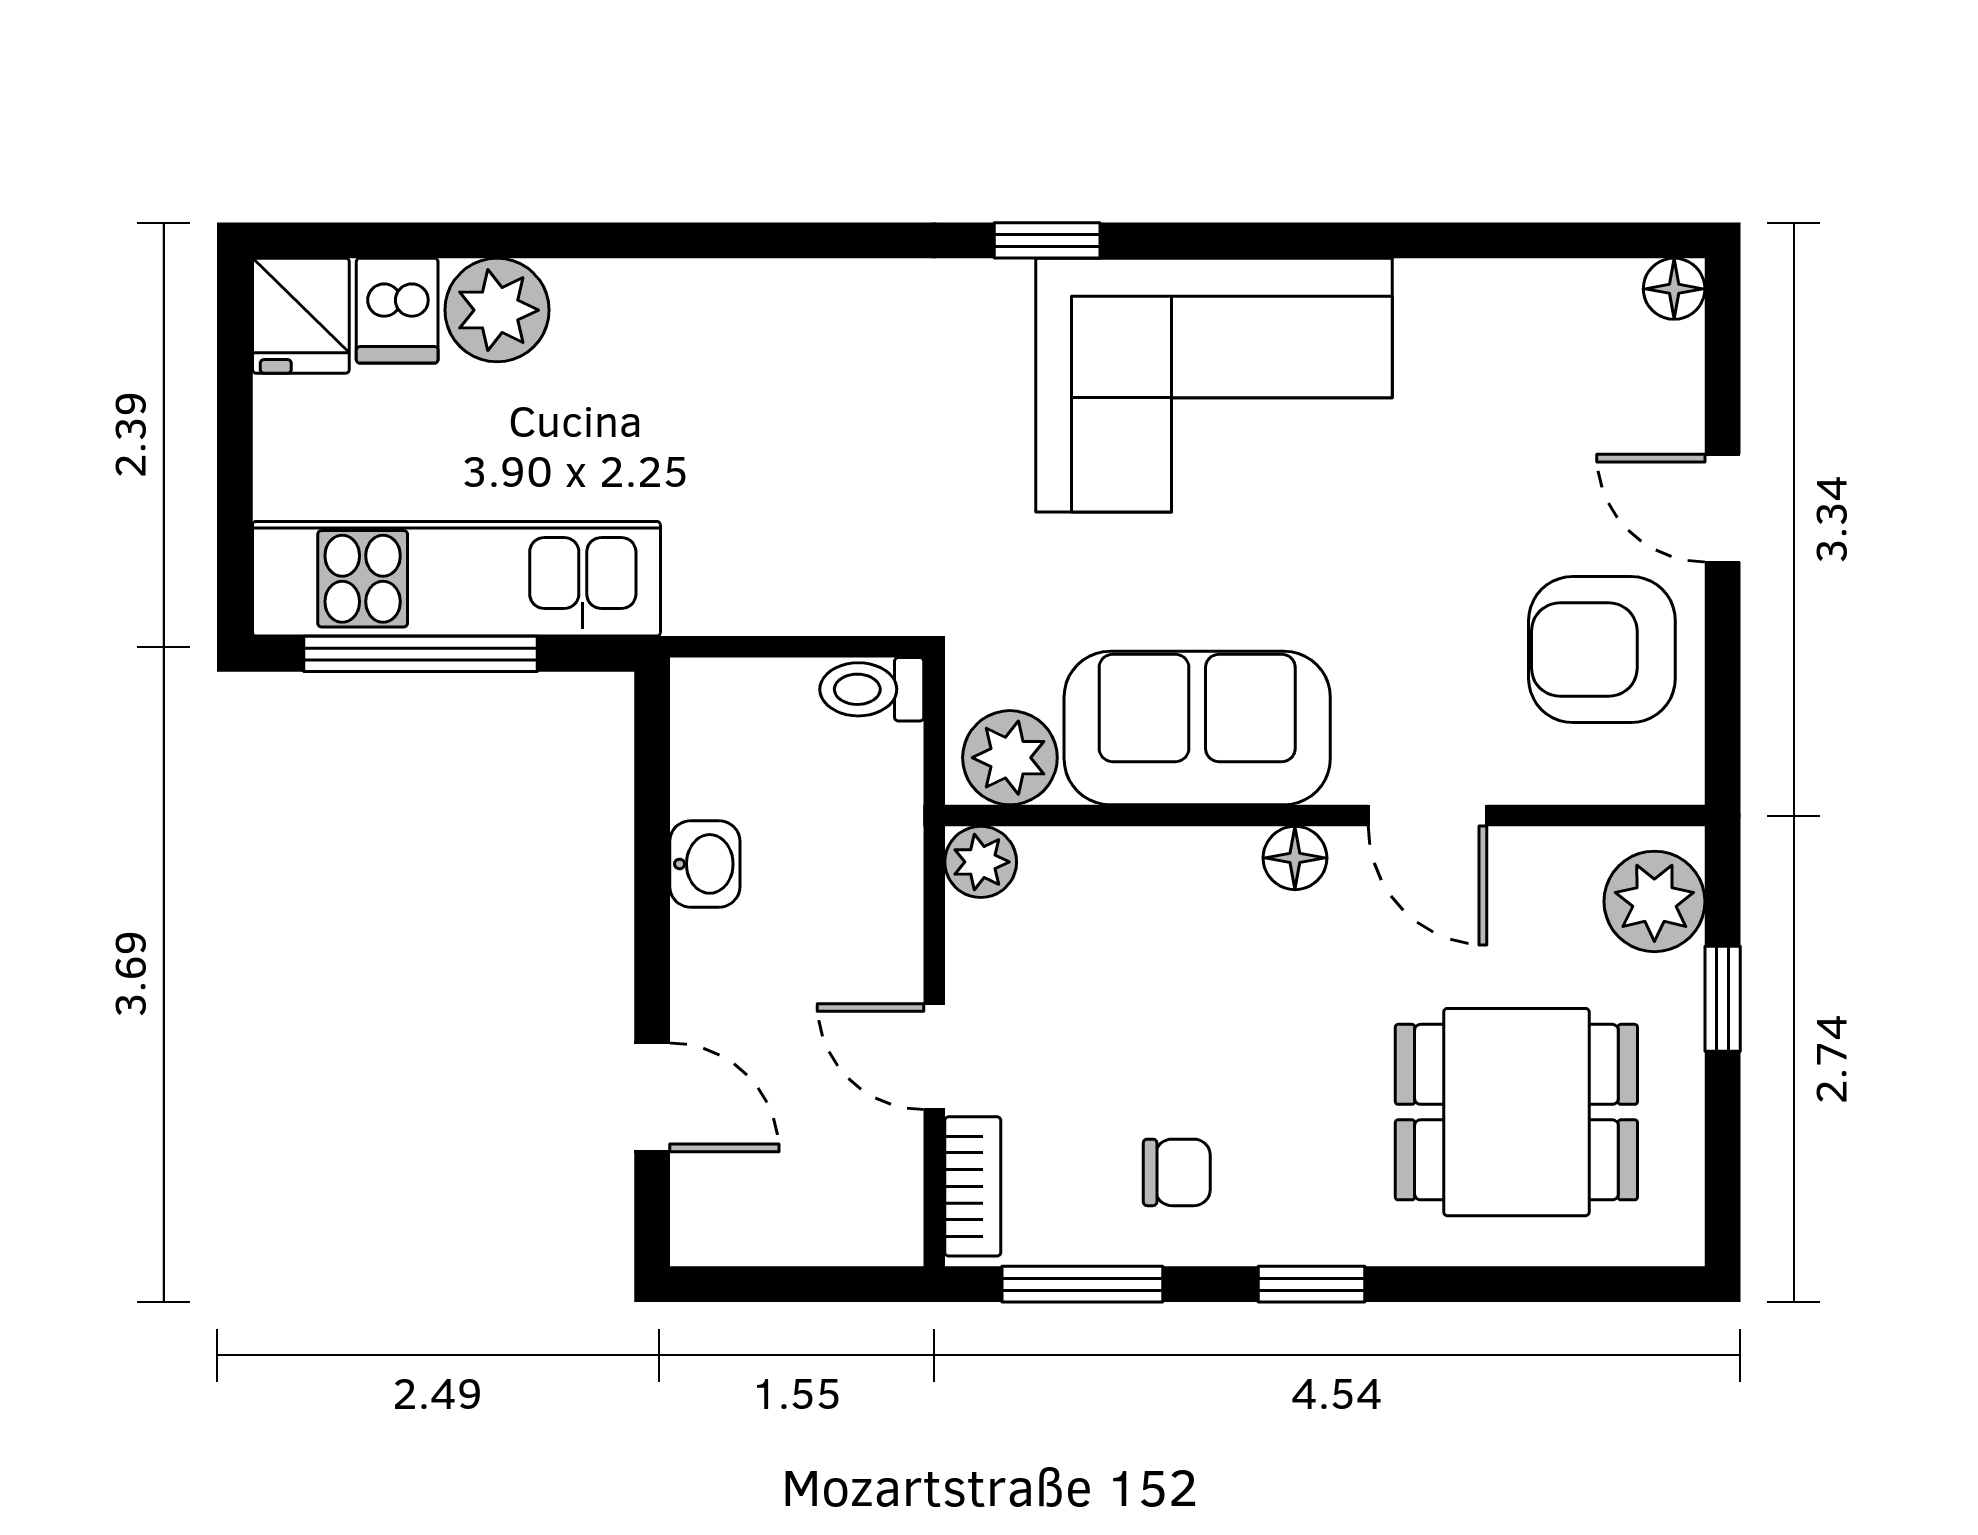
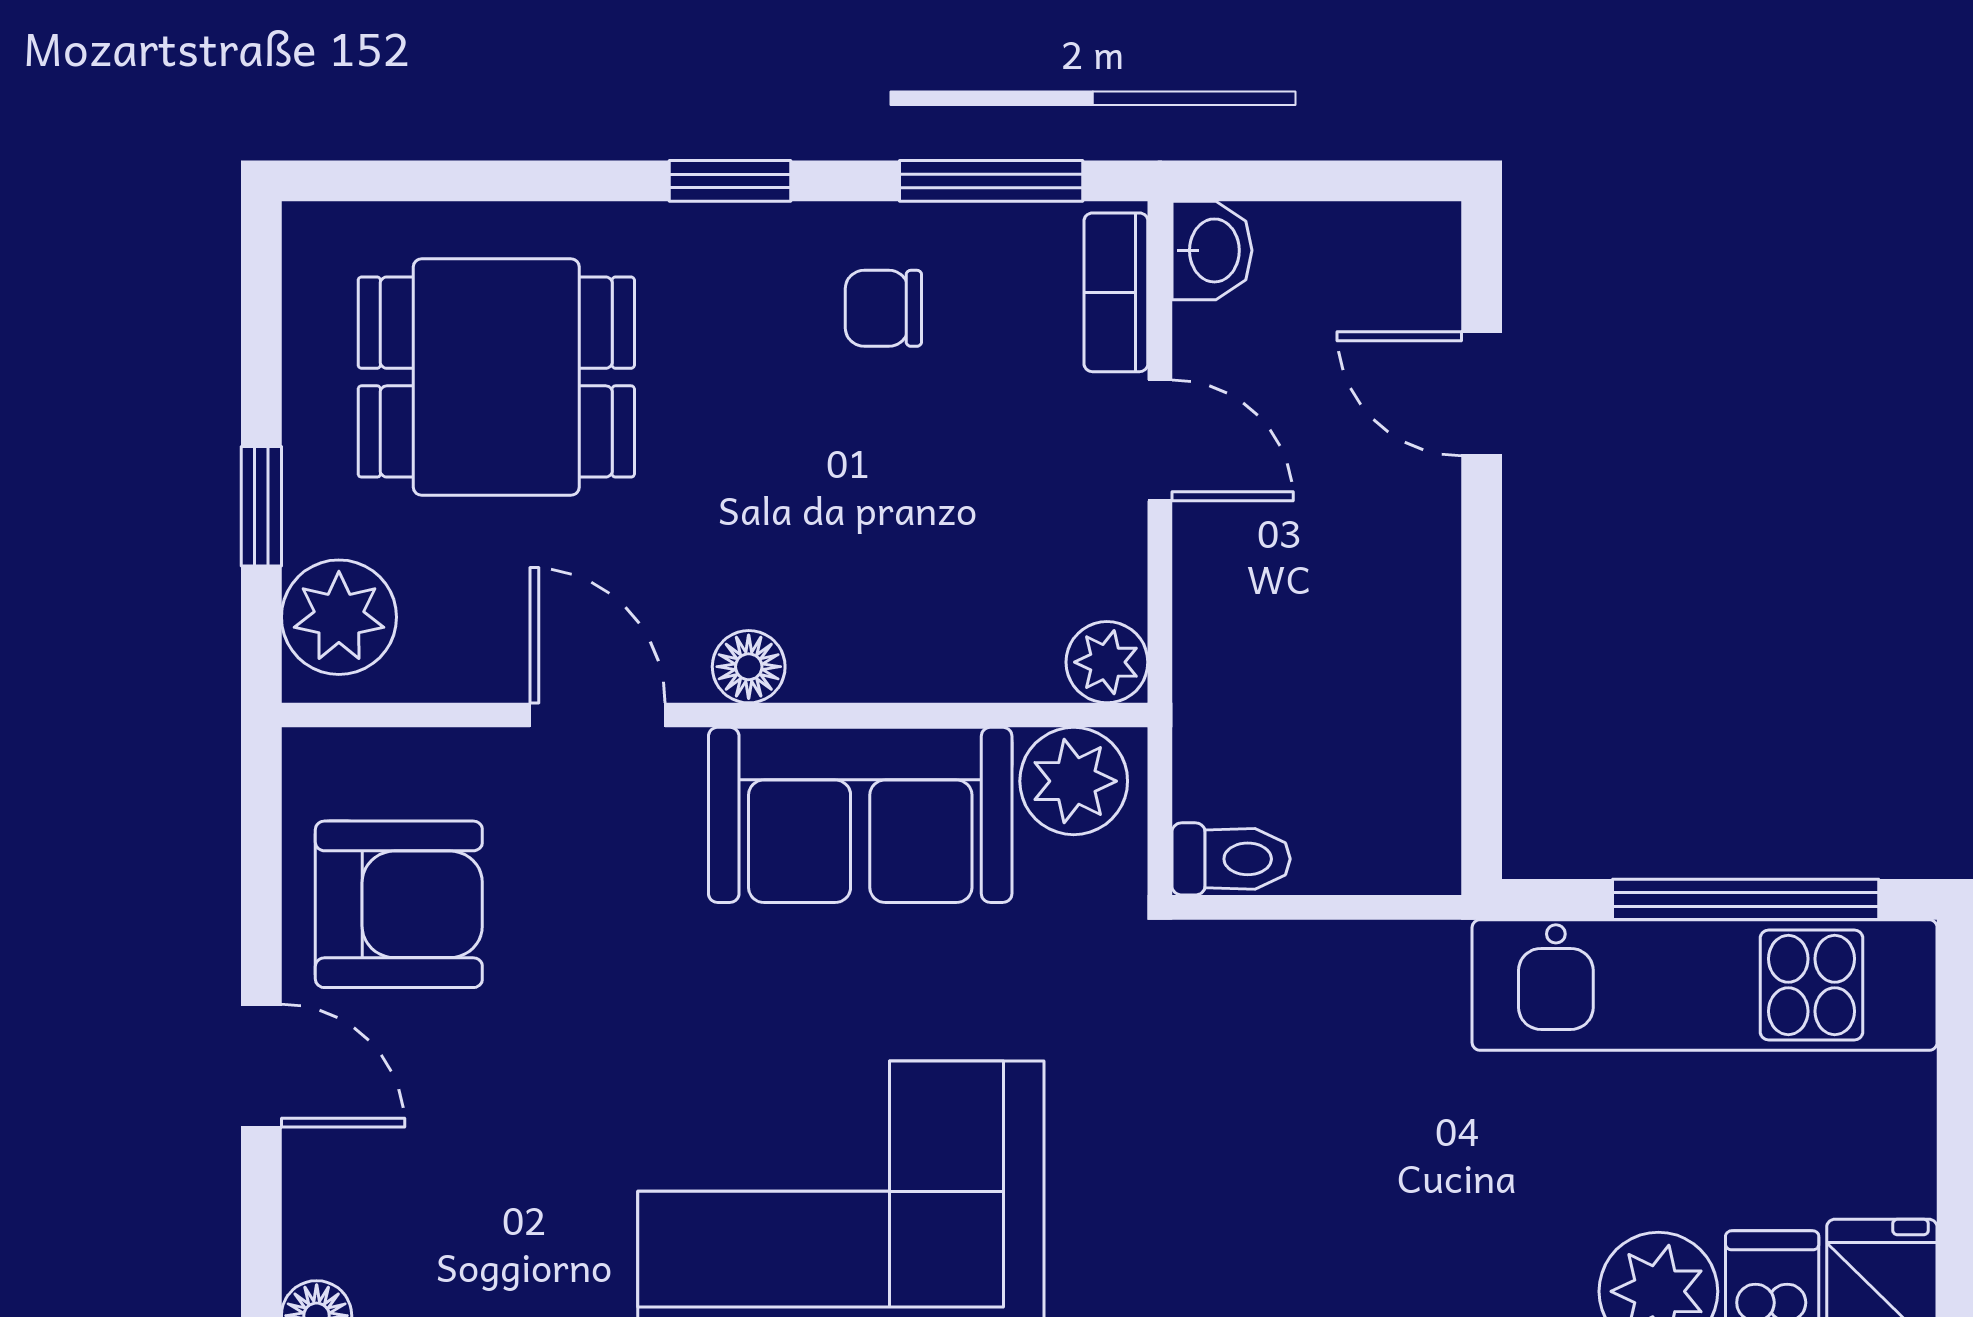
washbasin: (705, 864) -> (1212, 250), moved, turned 180

